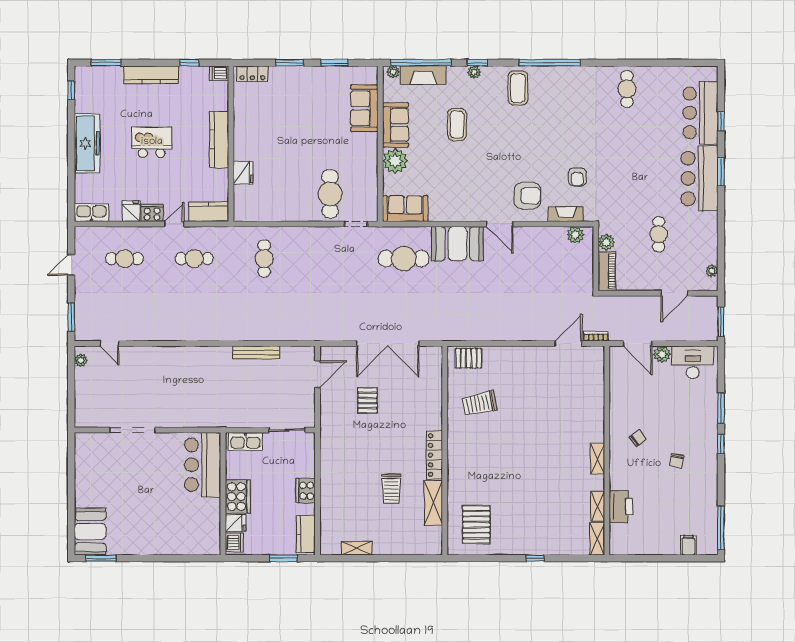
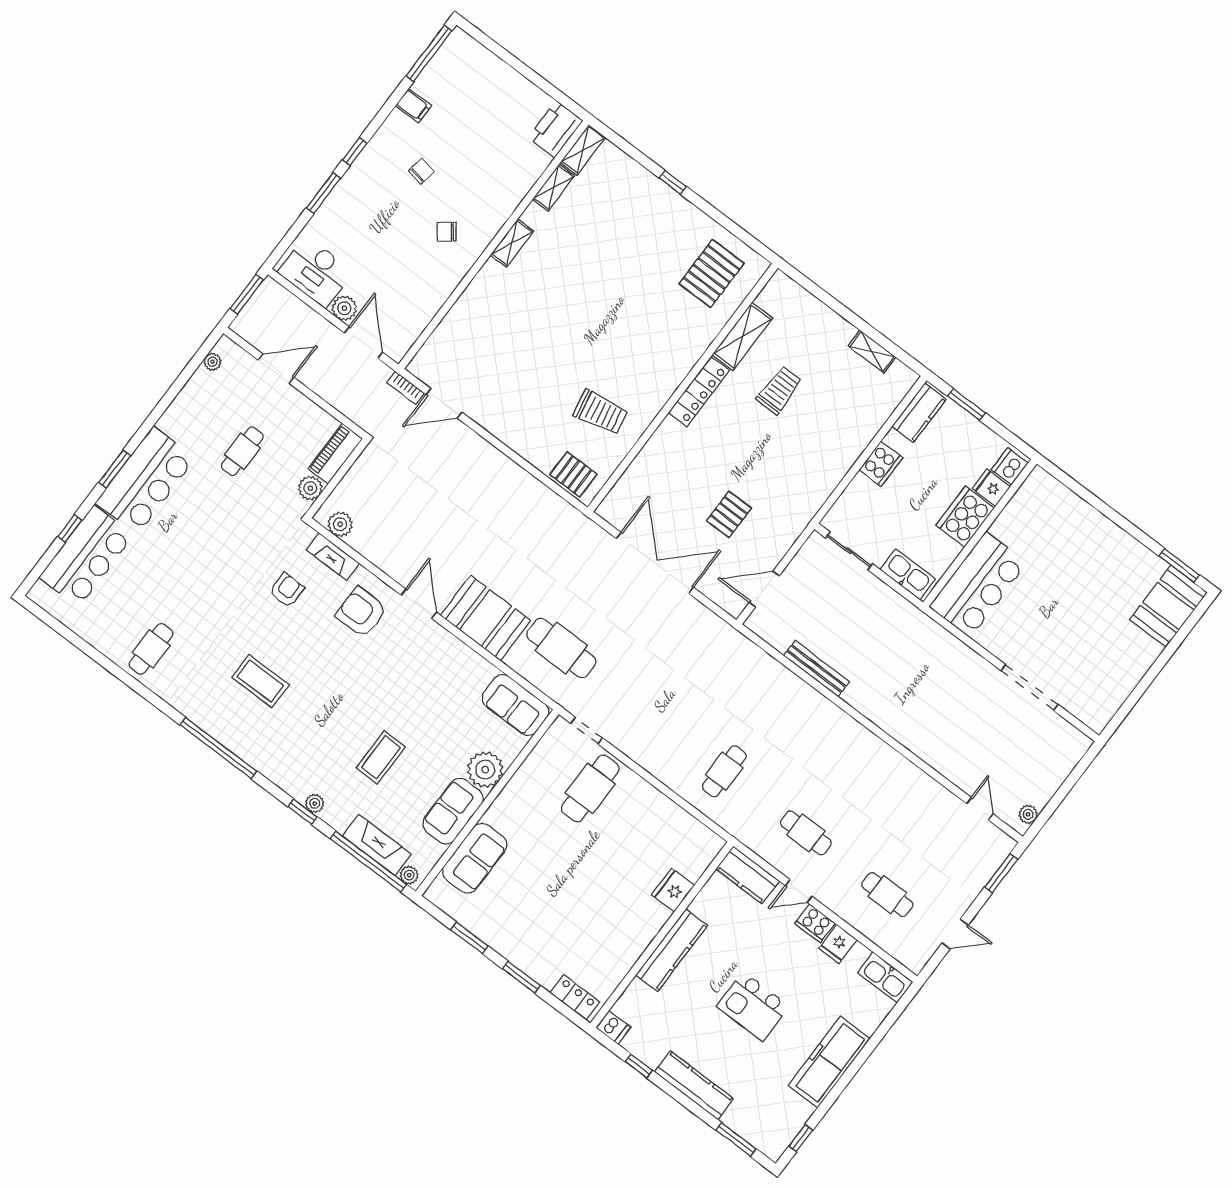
coffee table: (518, 88) -> (260, 681), moved, turned 90
printer: (621, 507) -> (555, 129), moved
filing cabinet: (688, 545) -> (413, 106), moved, turned -90

